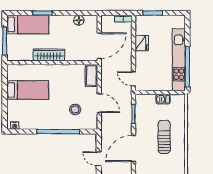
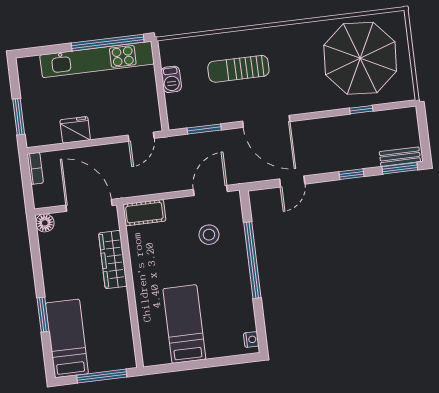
floor lamp: (79, 20) -> (45, 223), moved
wardrobe: (49, 55) -> (113, 260), moved
door: (99, 103) -> (210, 191), moved

